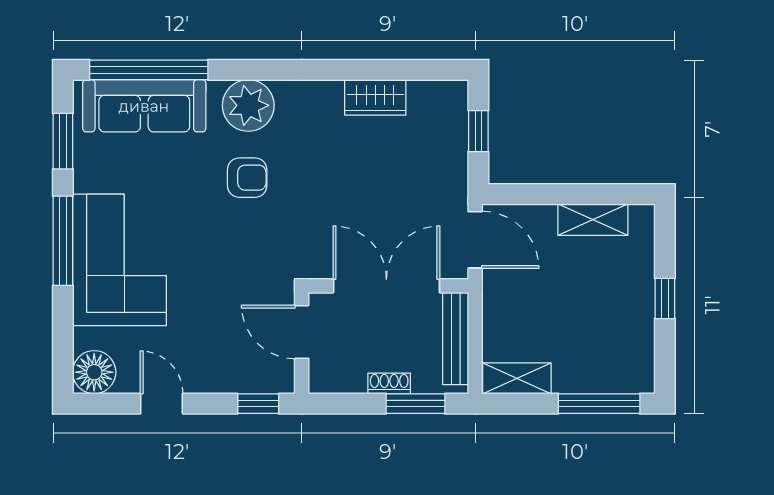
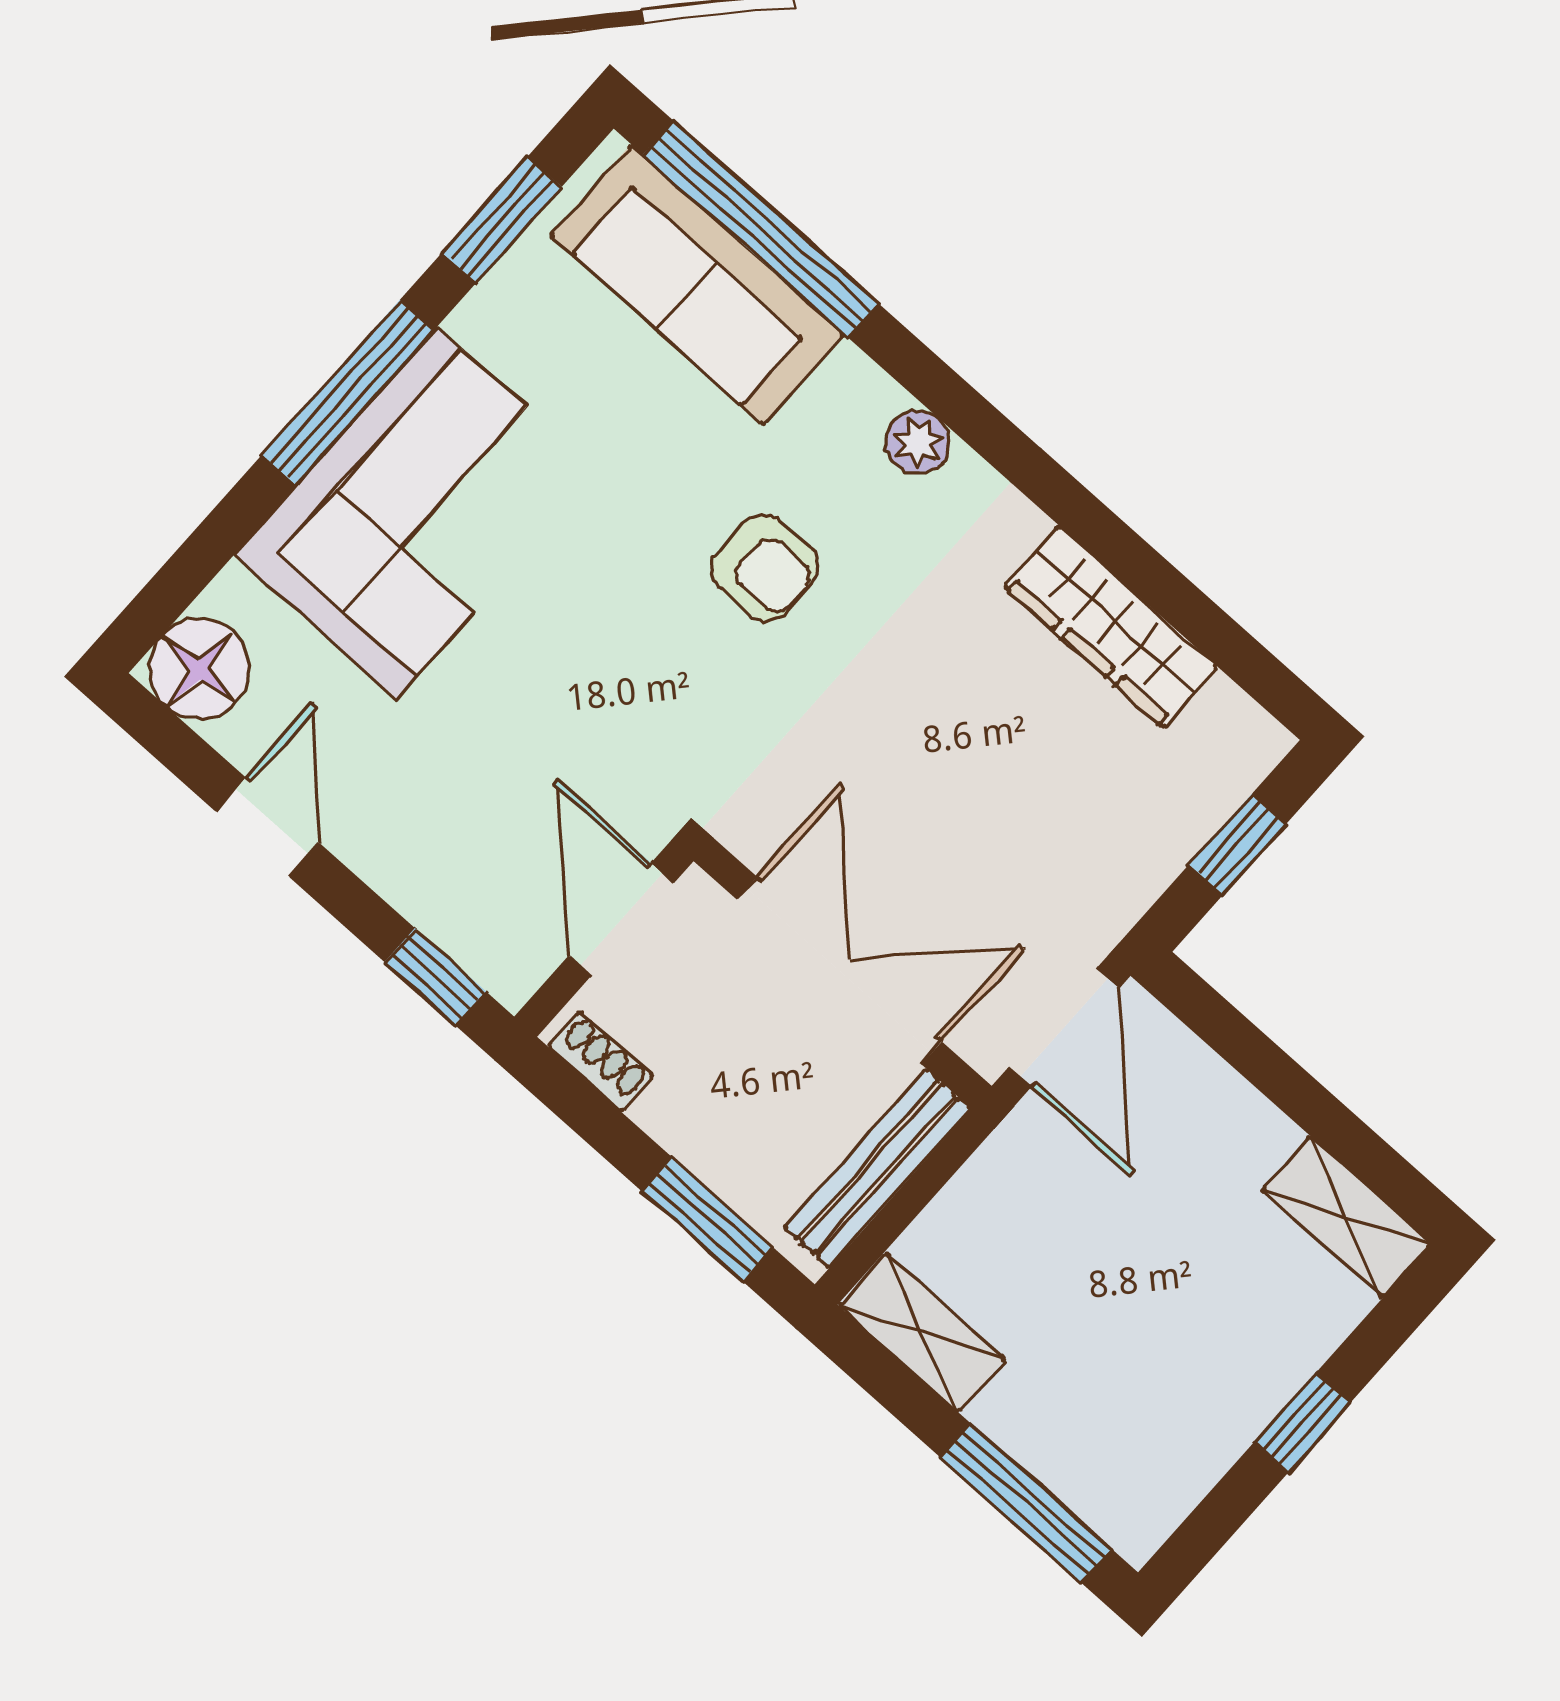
wardrobe: (375, 97) -> (1111, 627), width x1.50
plant: (248, 105) -> (918, 442), width x0.53, depth x0.53
shelving: (593, 220) -> (1346, 1217), moved
shoe rack: (389, 383) -> (601, 1062), moved

